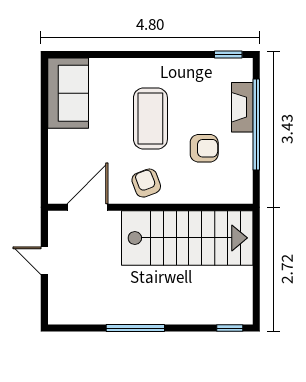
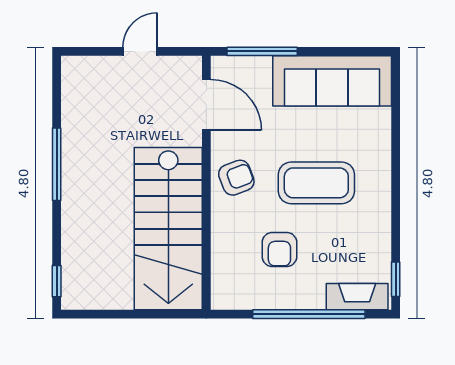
sofa: (68, 93) -> (332, 81), width x1.36
fireplace: (242, 107) -> (357, 297), moved
window: (44, 162) -> (262, 51), added

